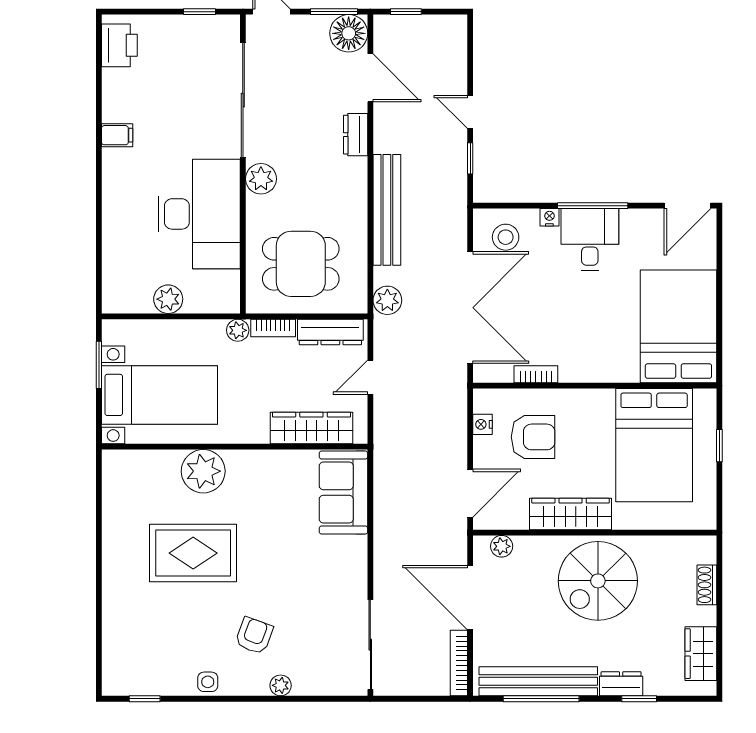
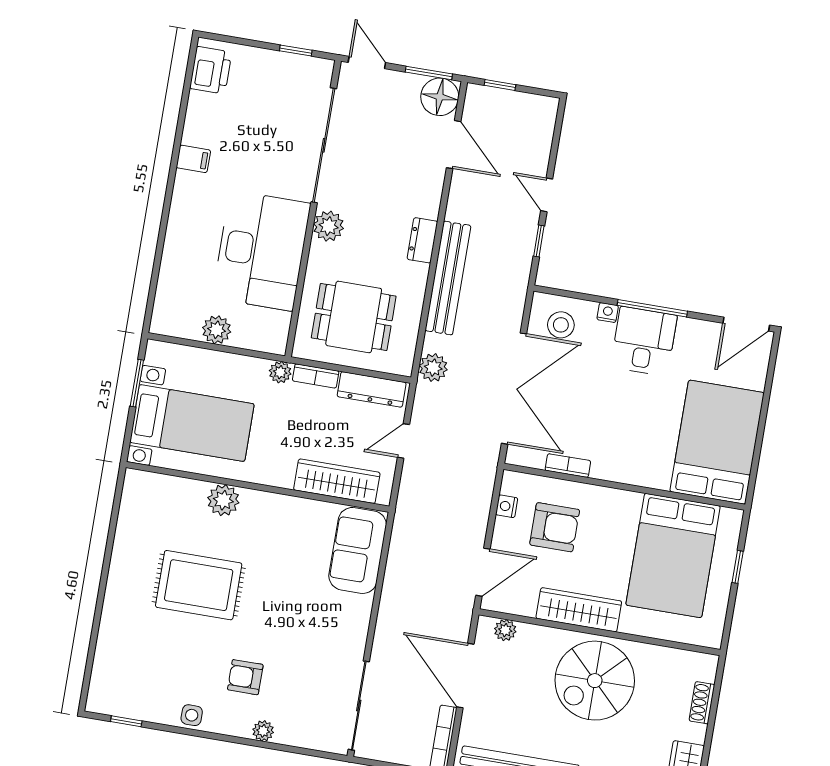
dresser: (356, 135) -> (422, 240), moved
plant: (203, 471) -> (223, 500), width x0.73, depth x0.73
armchair: (254, 636) -> (245, 677), turned -110

